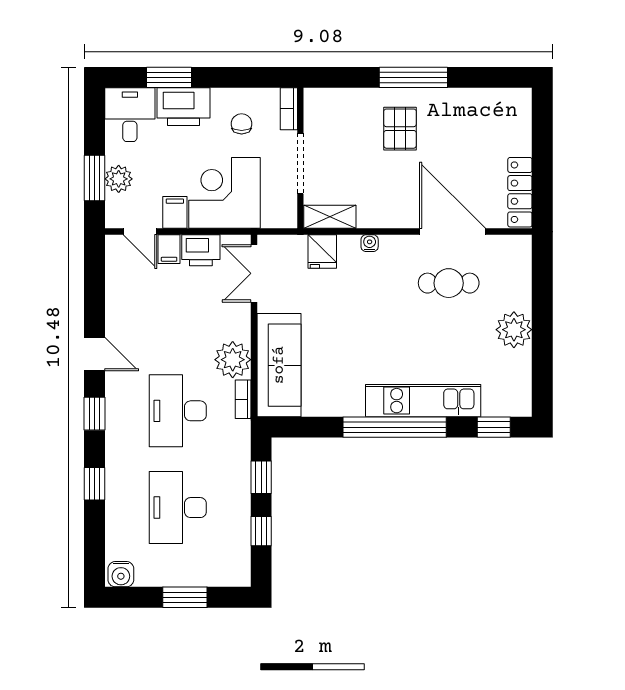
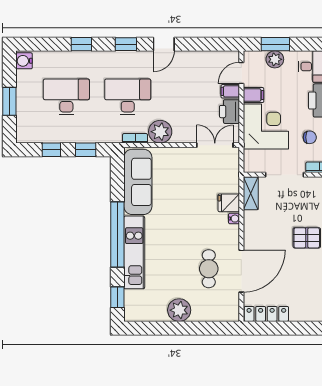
fridge: (322, 252) -> (229, 203), moved
sofa: (279, 365) -> (138, 182), moved, turned -90

